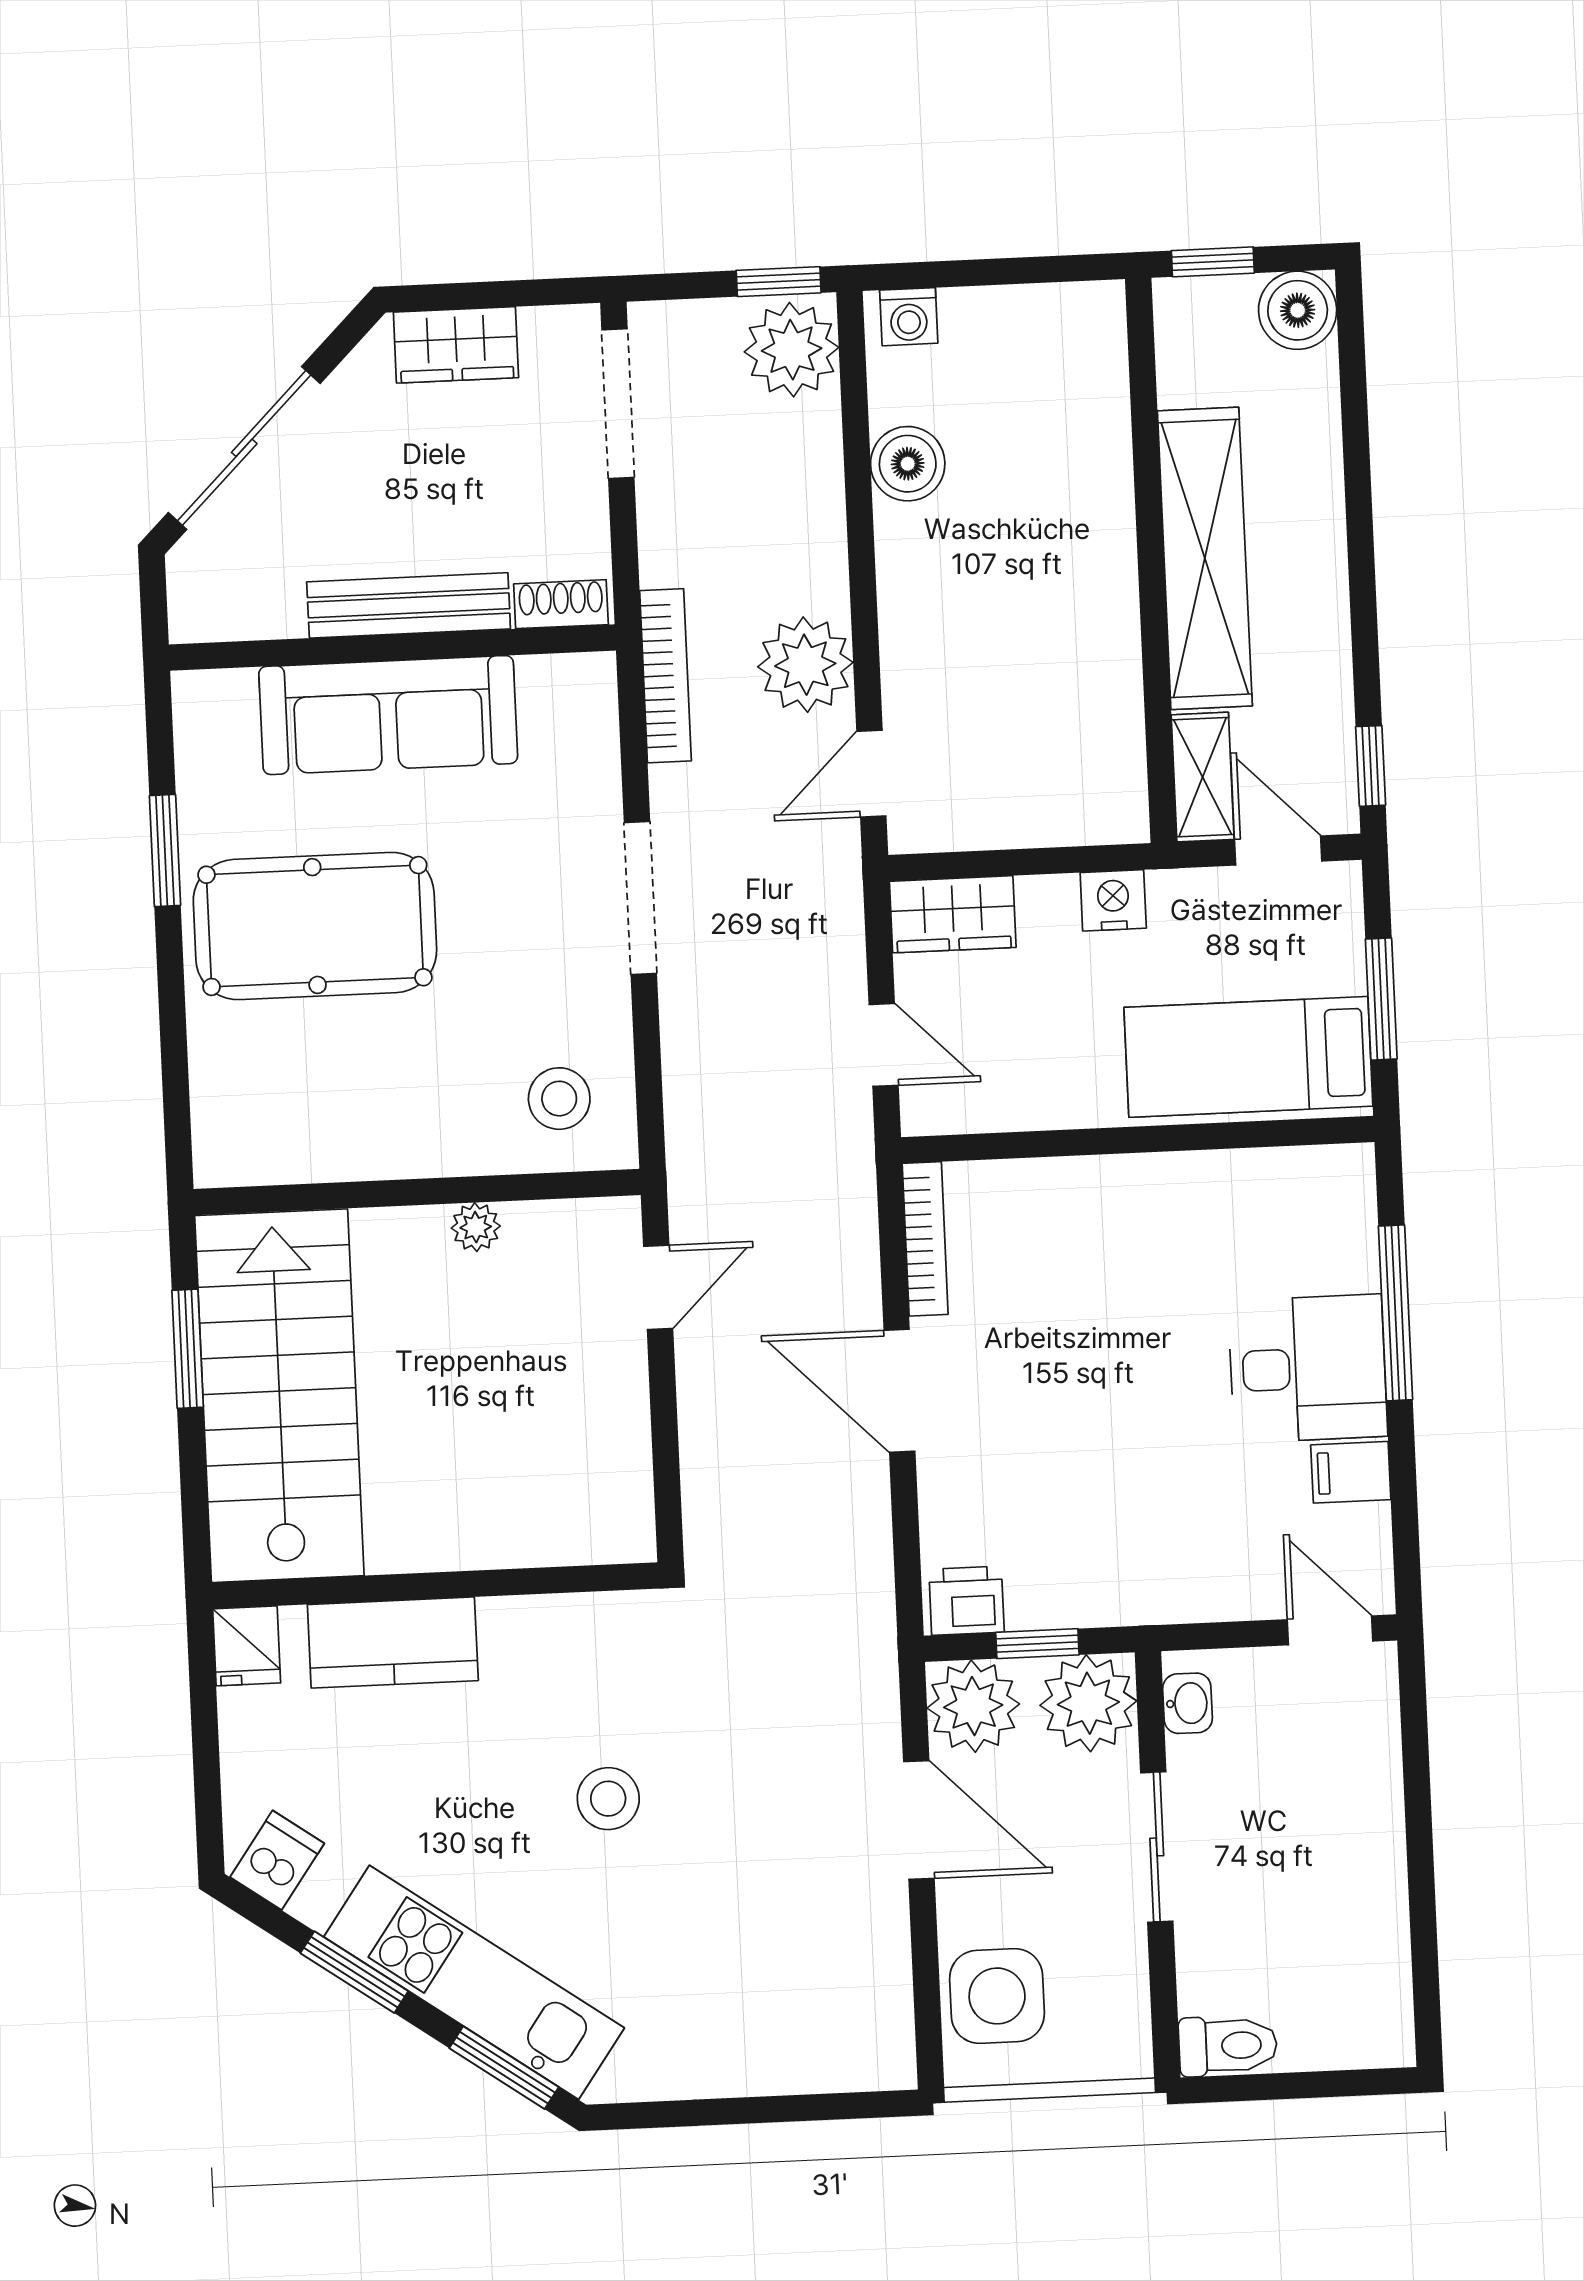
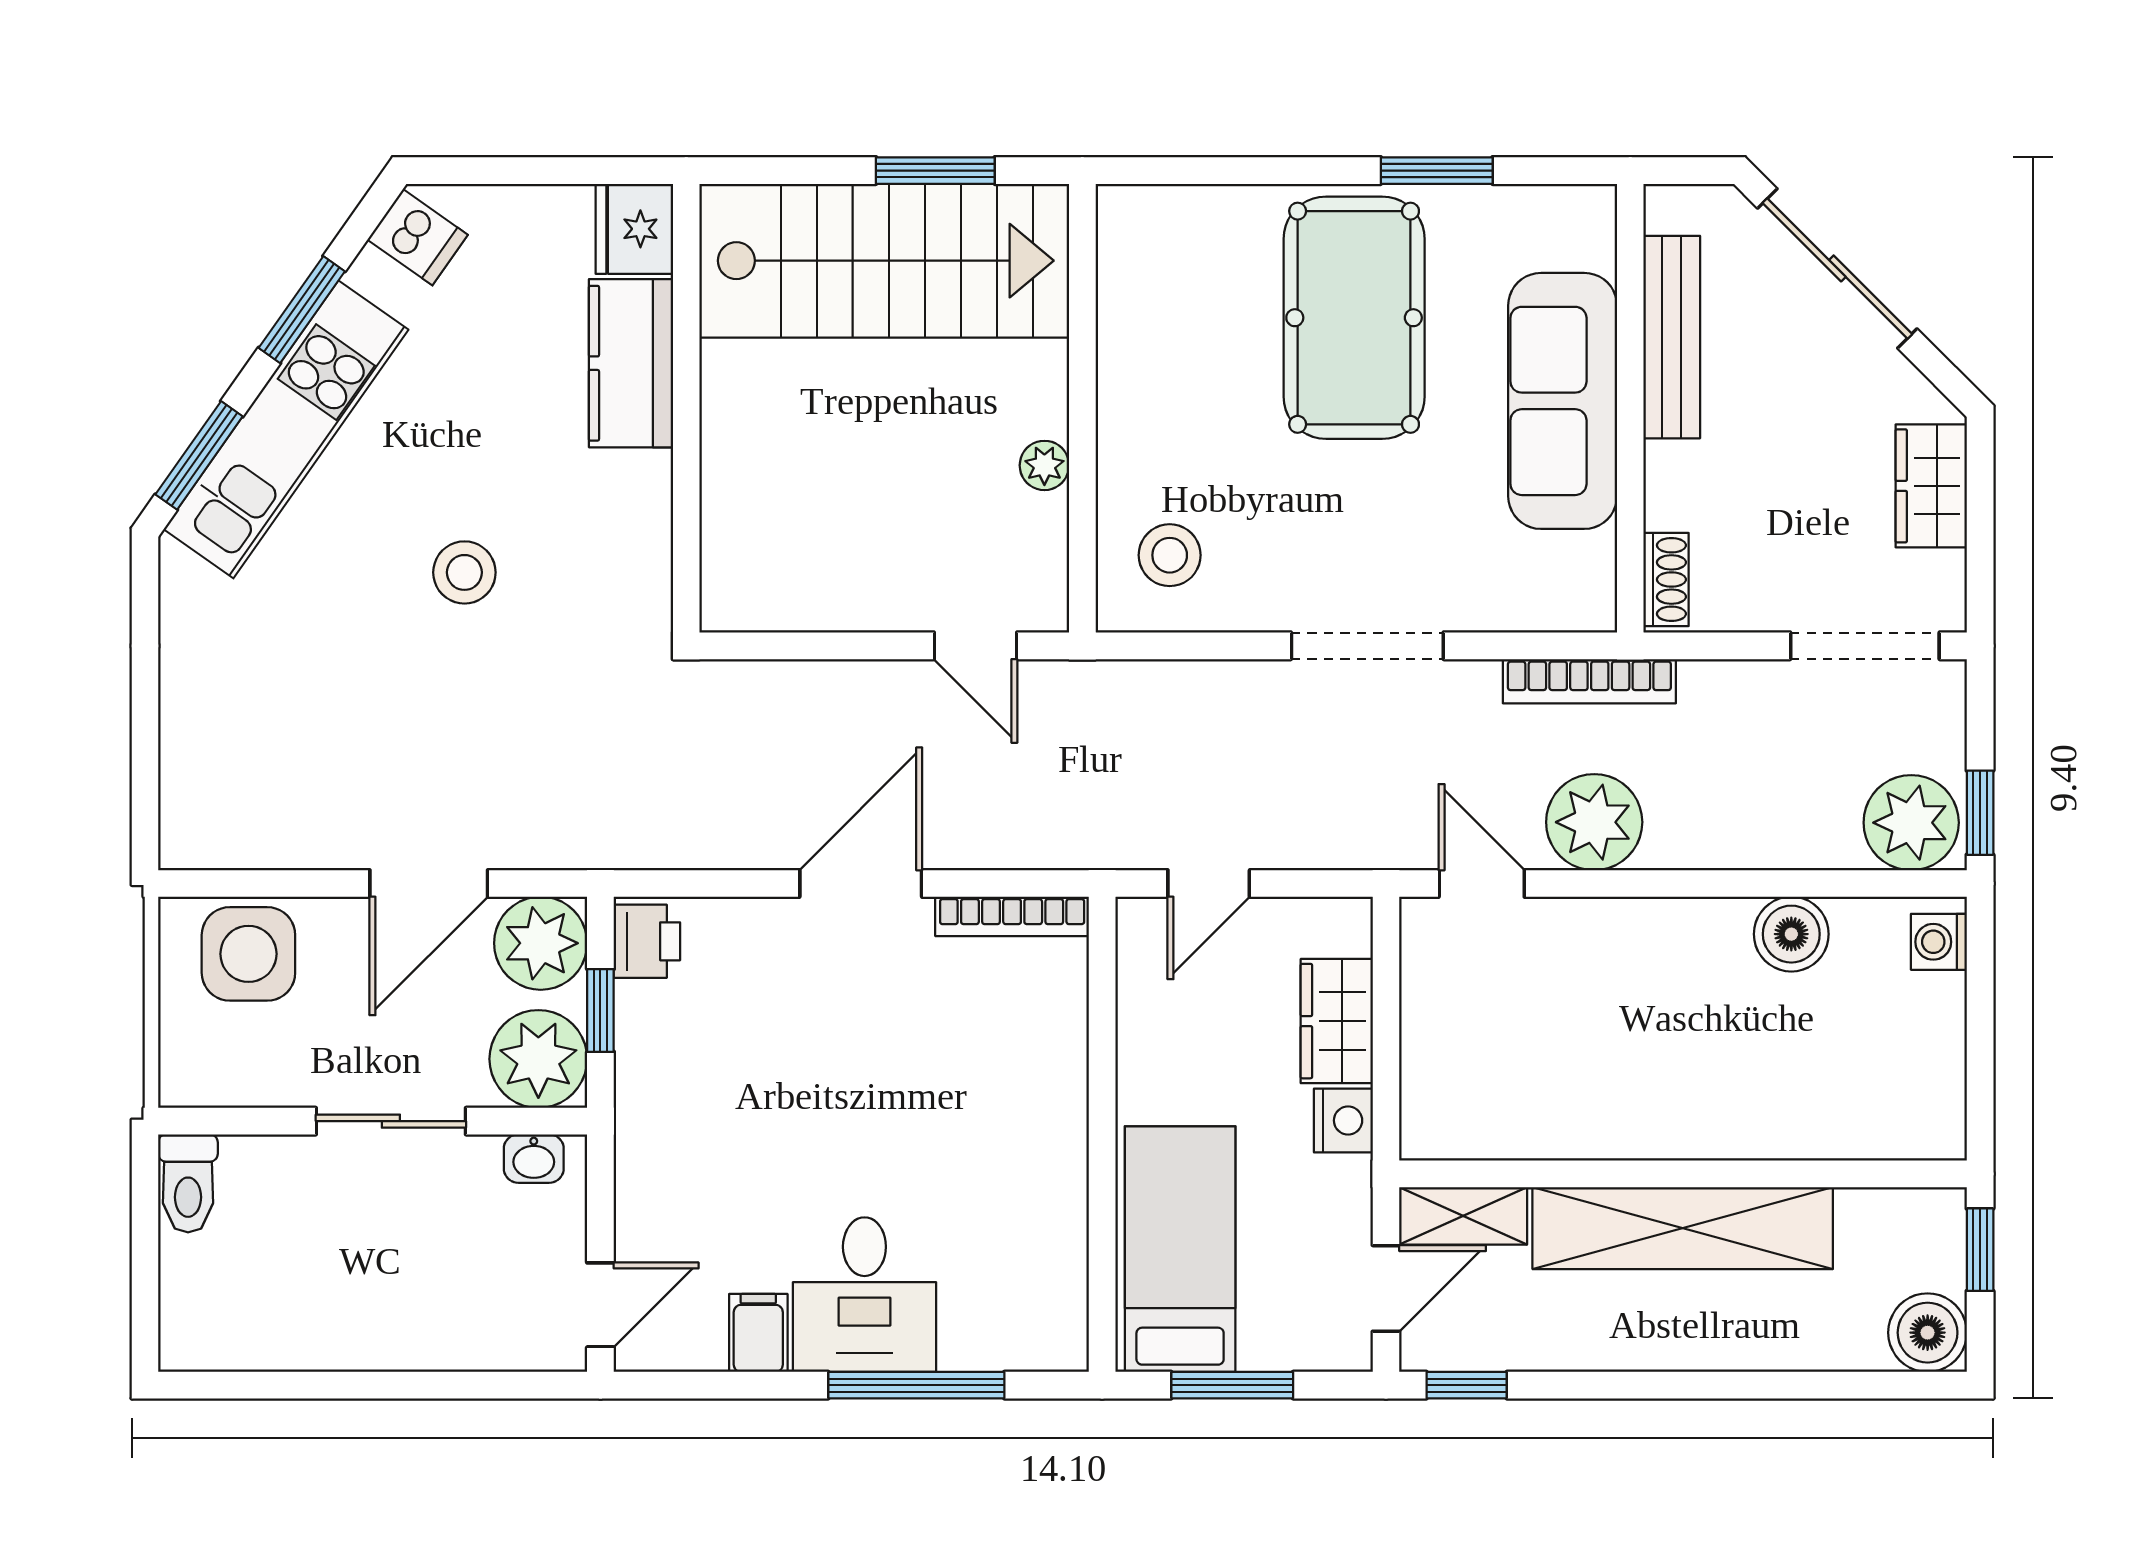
bench: (409, 605) -> (1672, 337), moved
wardrobe: (953, 914) -> (1337, 1021), moved
fridge: (247, 1646) -> (634, 229), width x1.38

